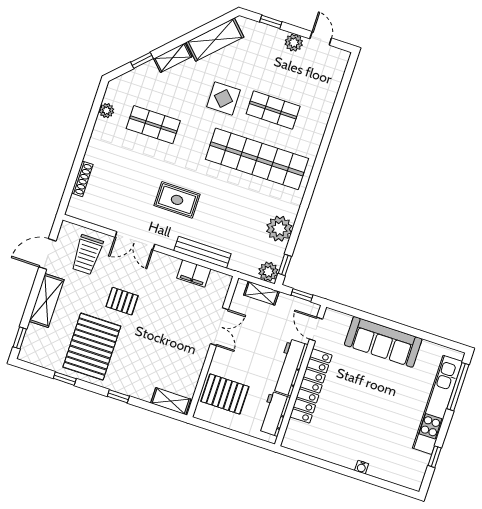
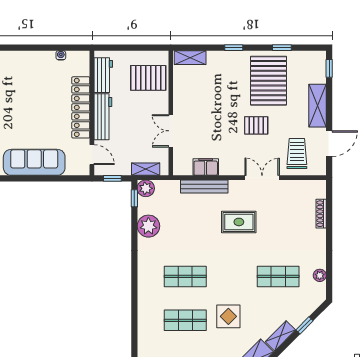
shop shelf: (257, 159) -> (185, 276), width x0.50, depth x0.74
water cooler: (362, 467) -> (61, 55), moved

